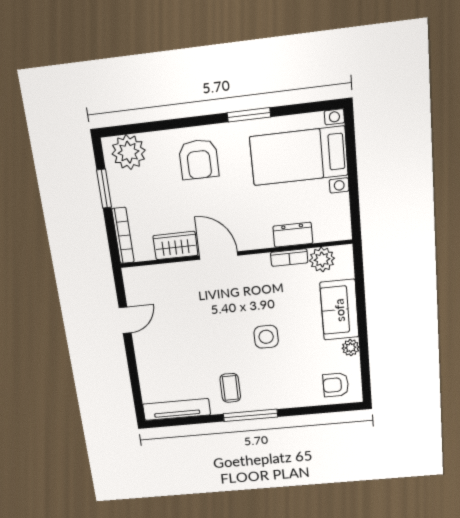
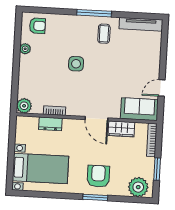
window: (249, 115) -> (95, 197), moved
plant: (322, 259) -> (24, 106), moved
sofa: (339, 310) -> (139, 109), moved, turned -90

